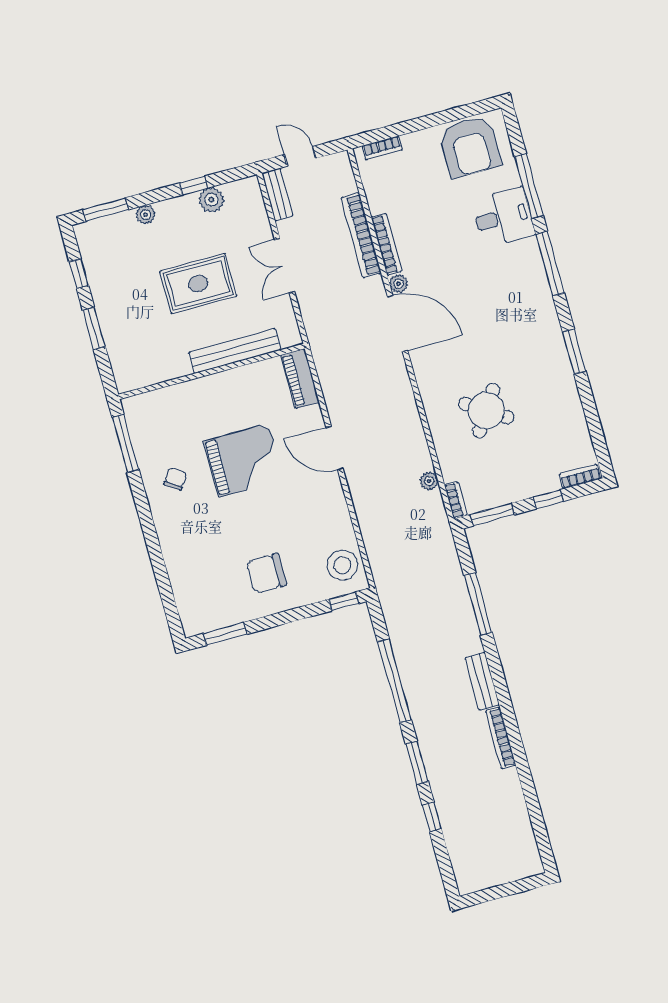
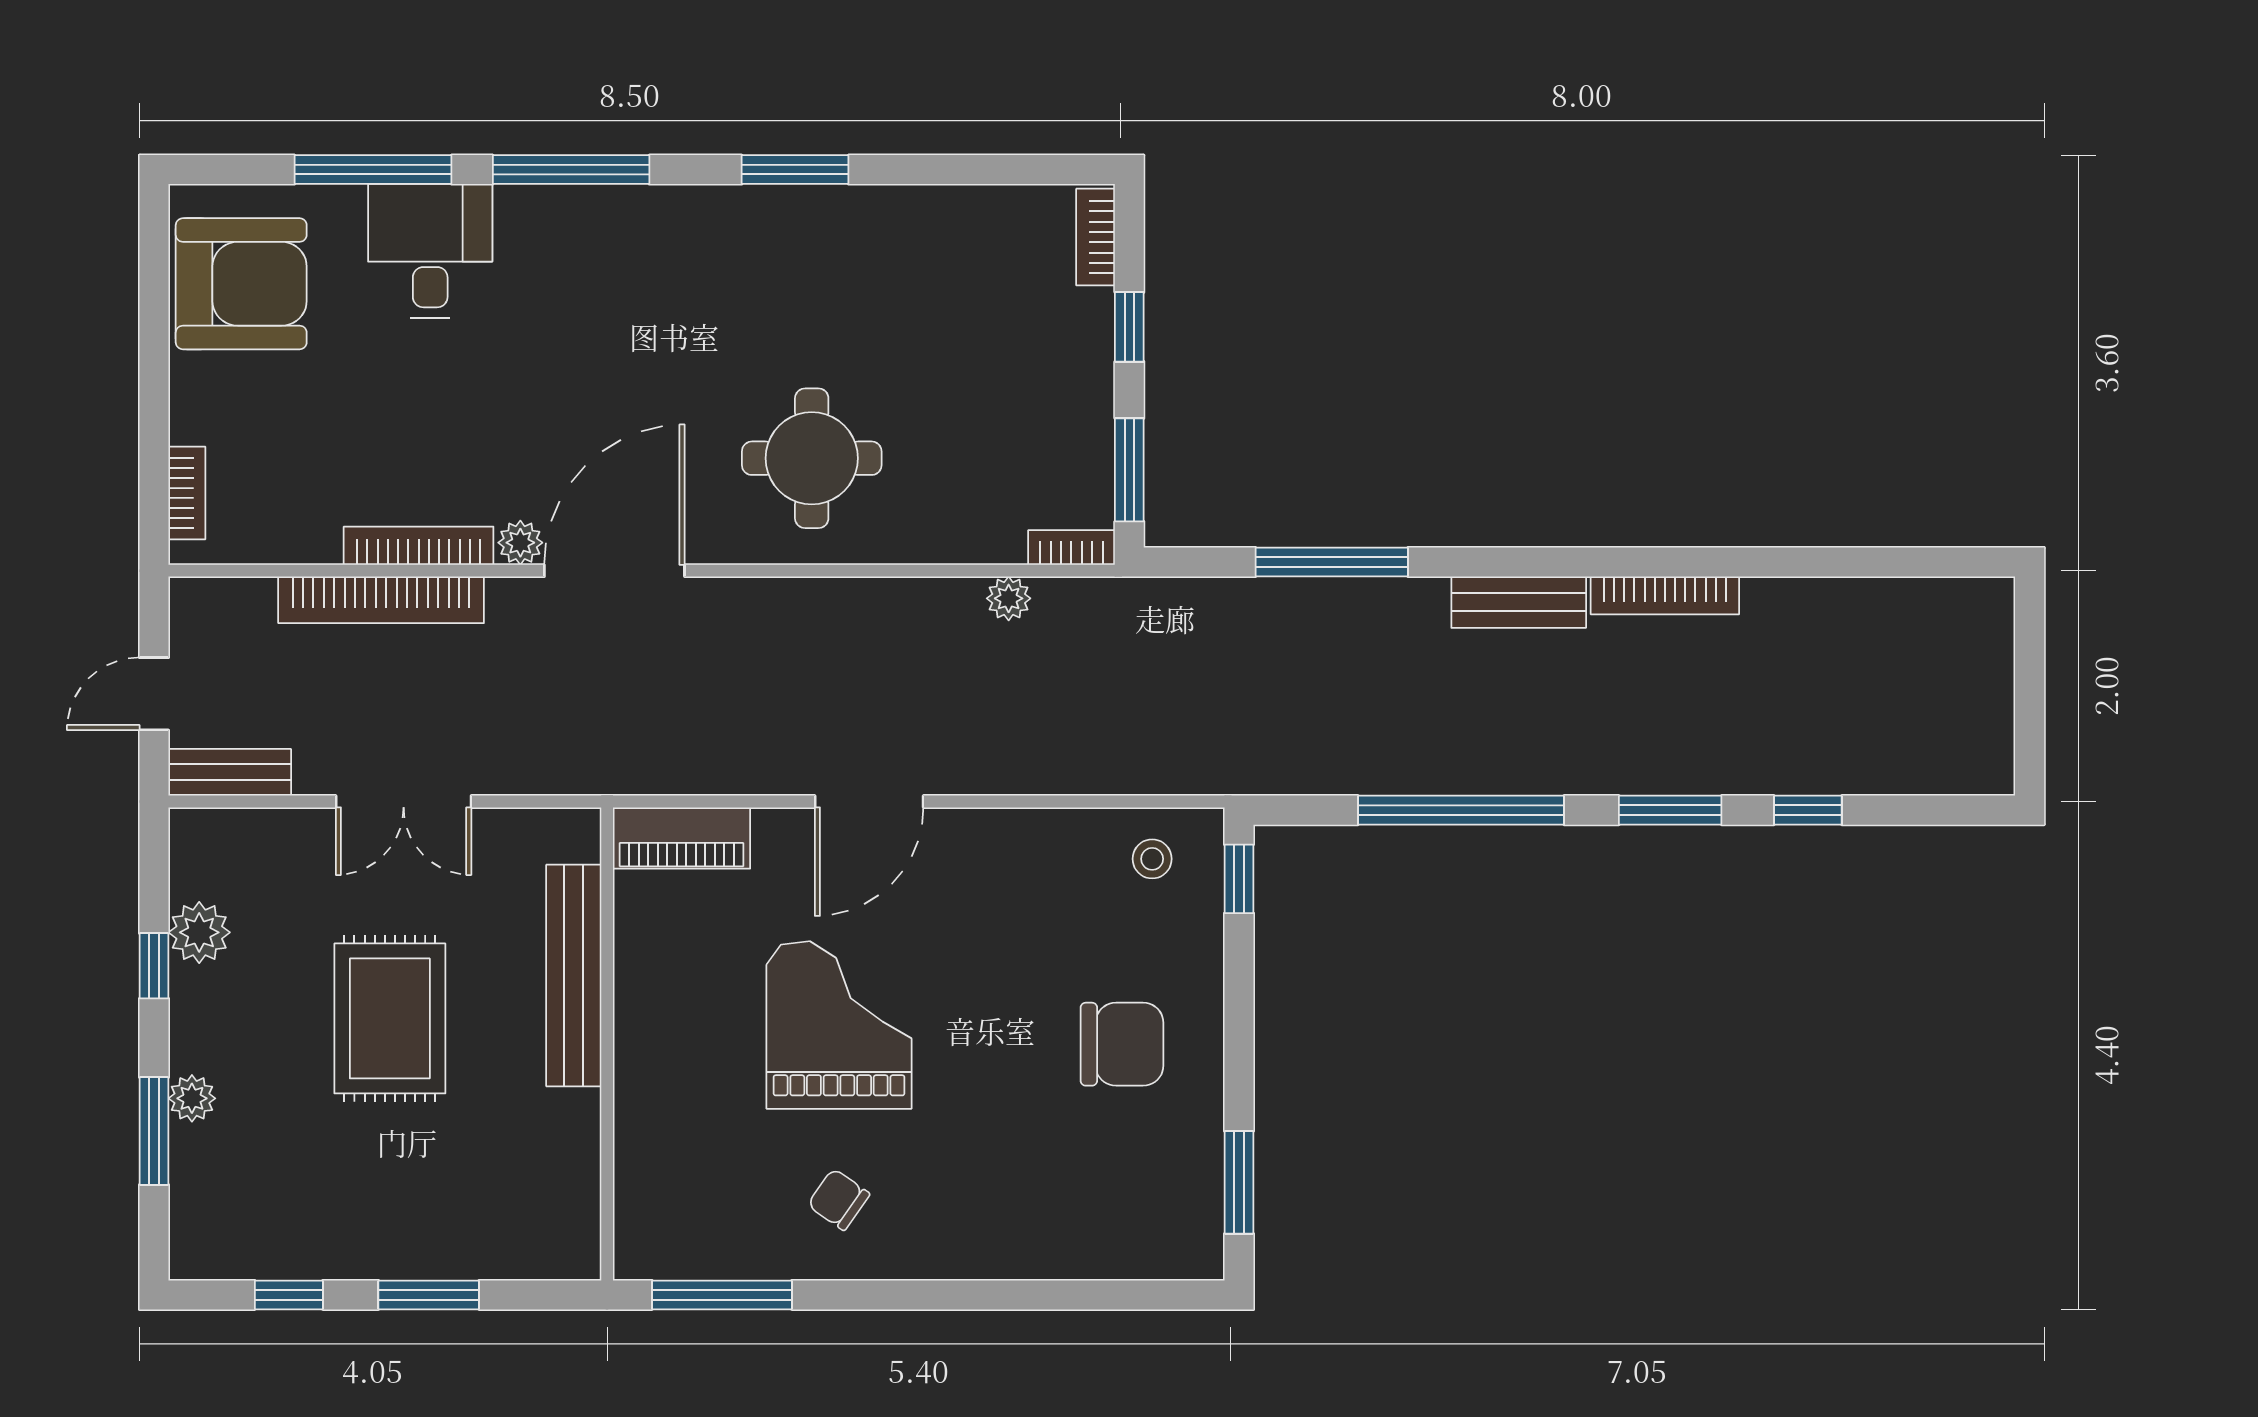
window: (105, 210) -> (154, 1131), moved
round table: (486, 411) -> (812, 458), moved, turned -33
stool: (342, 565) -> (1152, 859), width x0.53, depth x0.53
chair: (267, 573) -> (1122, 1044), turned -90

